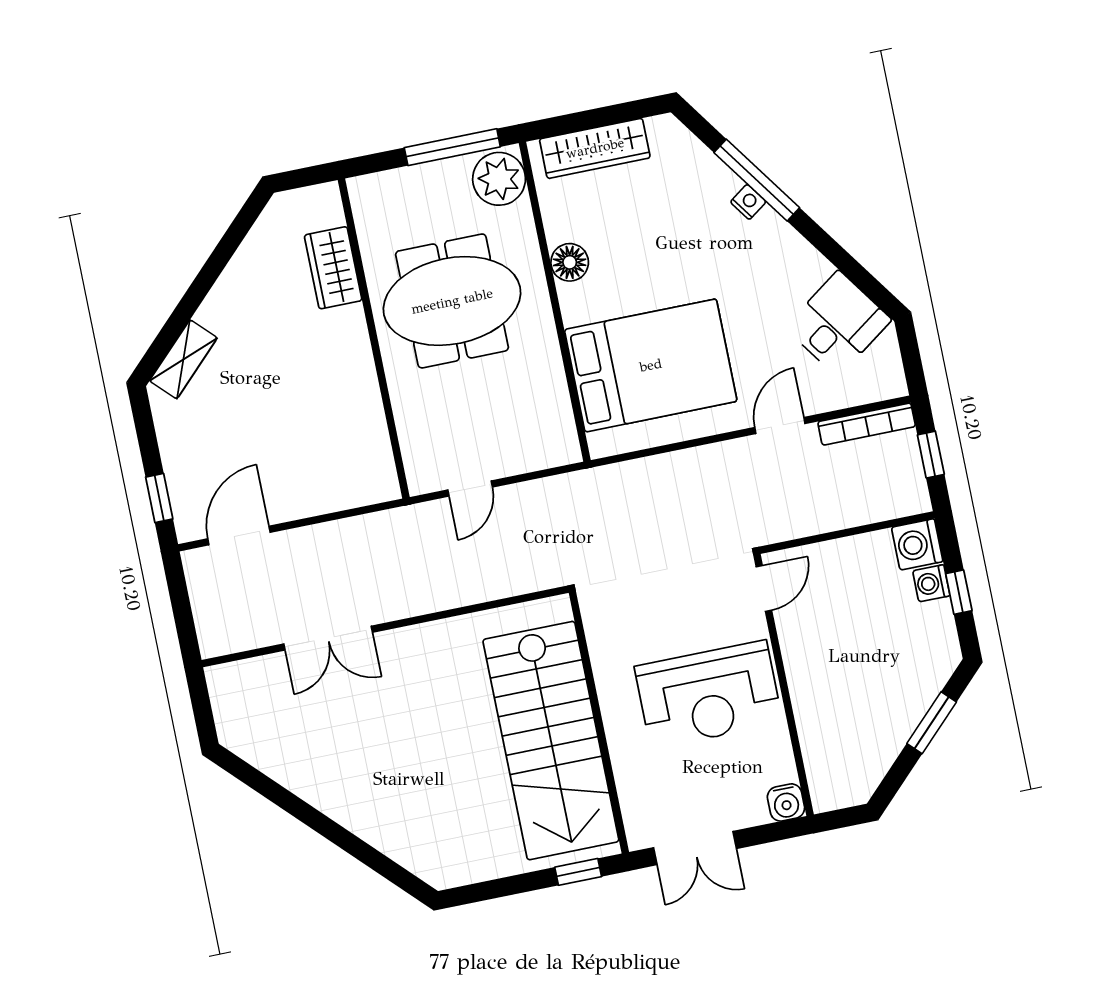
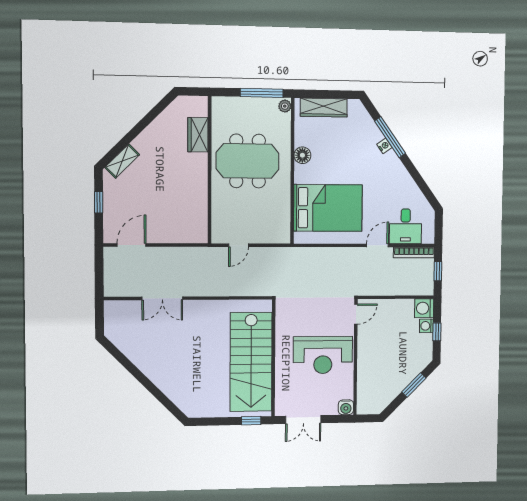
plant: (499, 179) -> (285, 106), width x0.53, depth x0.53
desk: (838, 324) -> (406, 226), moved, turned 125
window: (159, 498) -> (99, 202), moved

